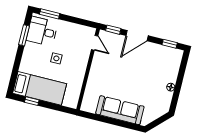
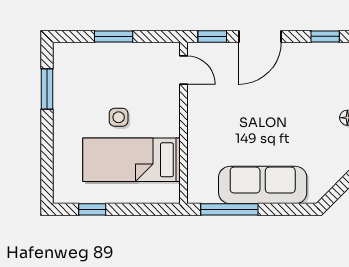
window: (50, 14) -> (114, 36), moved
desk: (42, 31) -> (79, 73), removed
bed: (40, 88) -> (131, 160), moved, turned 180
window: (100, 118) -> (229, 209), added

